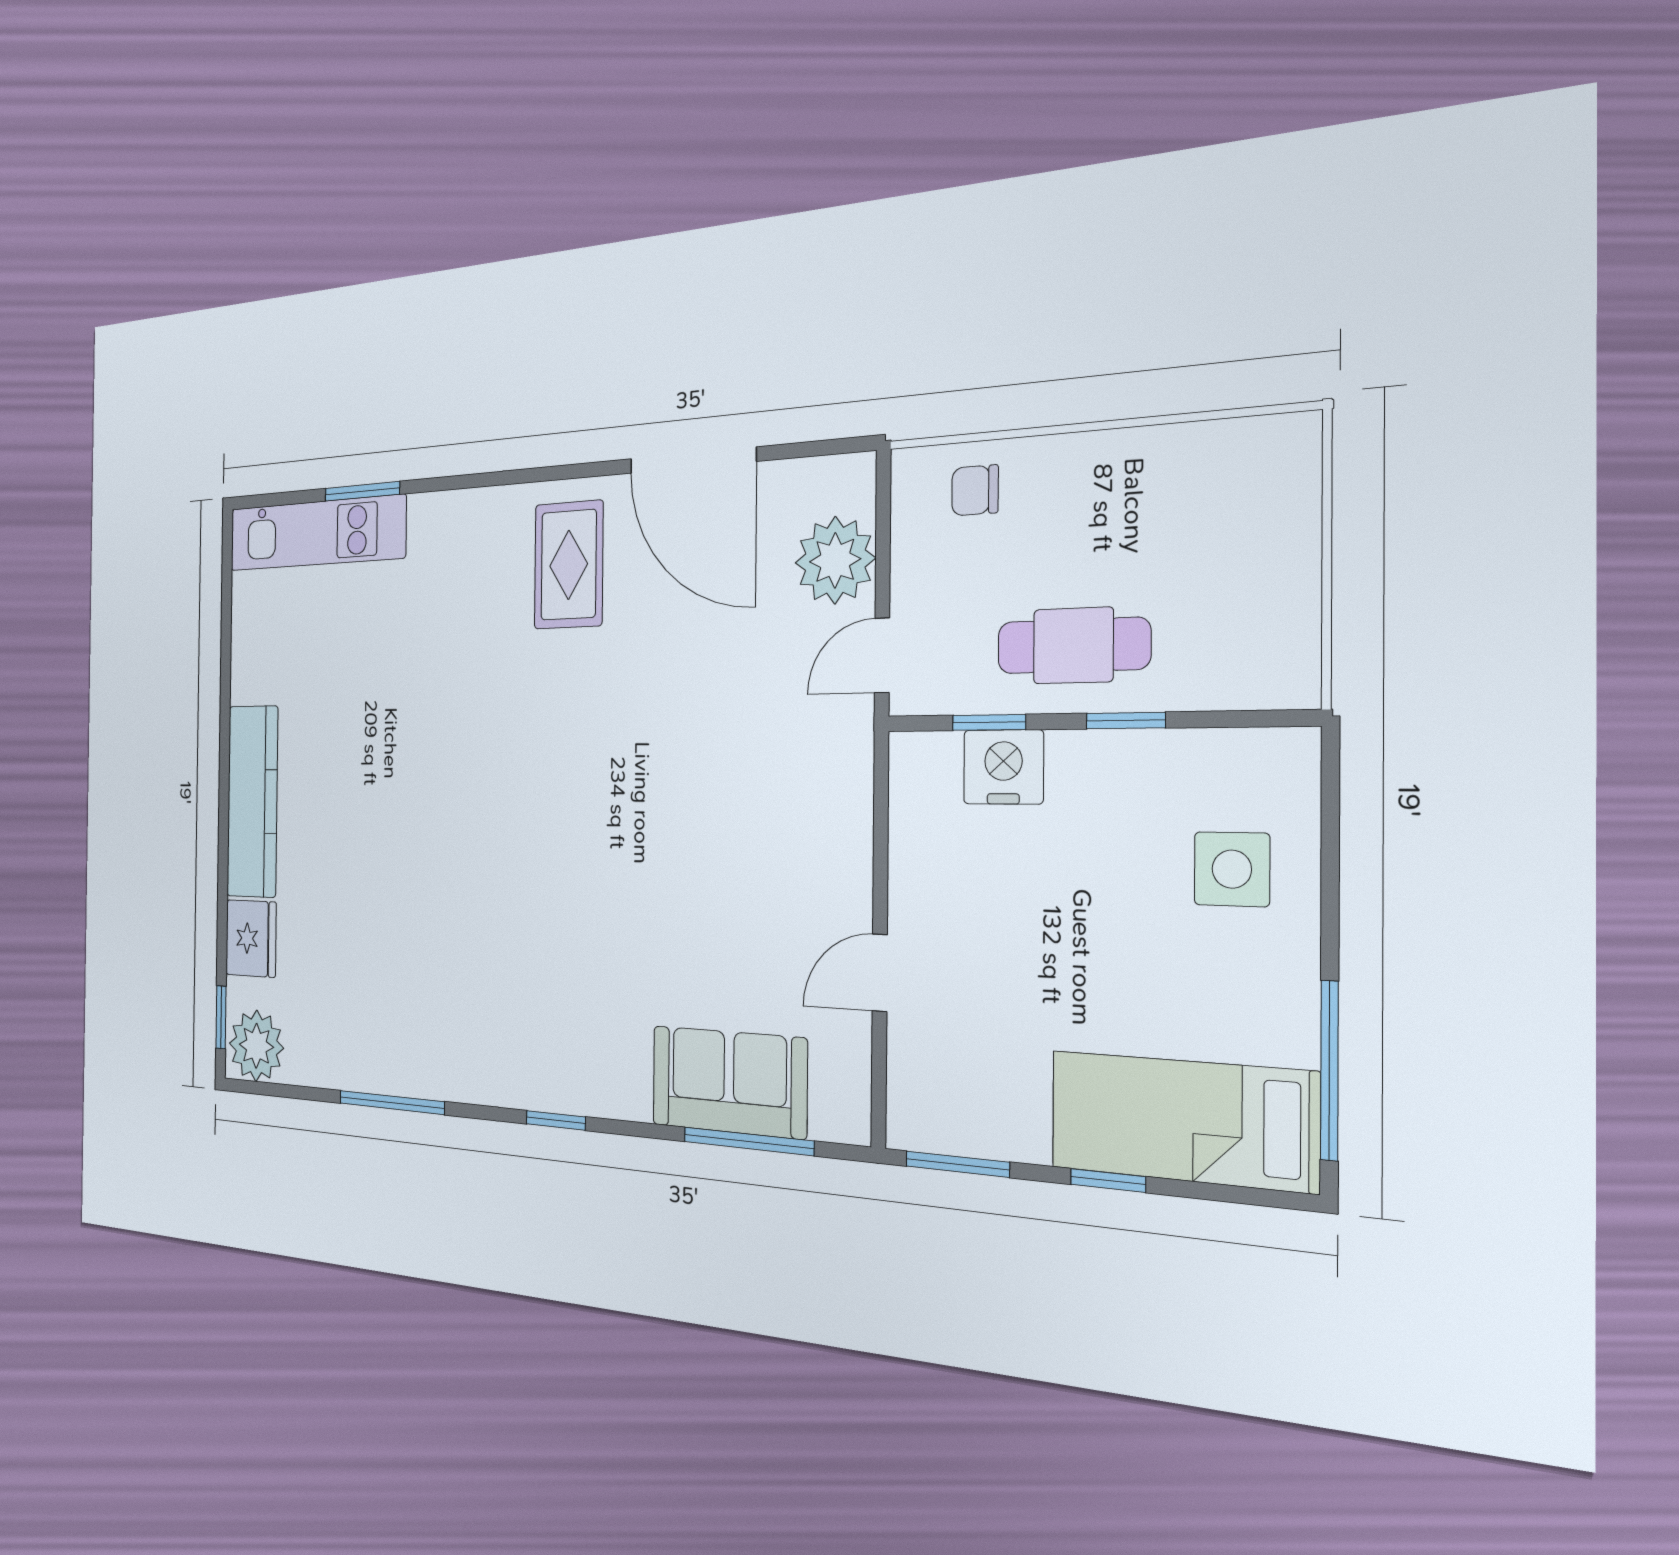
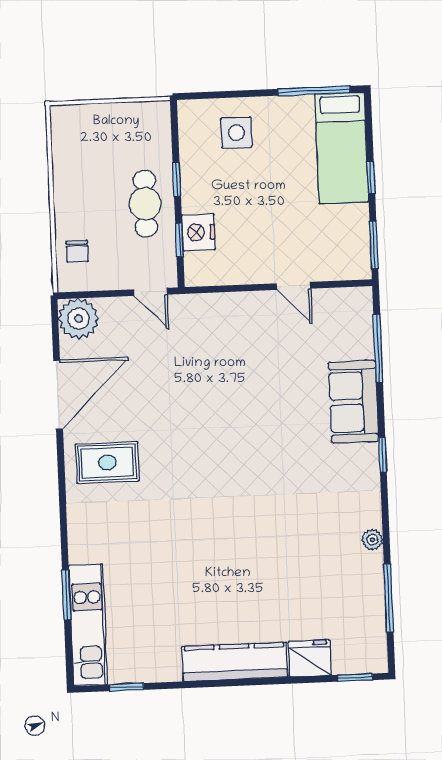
plant: (835, 560) -> (79, 319), moved
window: (227, 605) -> (127, 687), added
plant: (256, 1046) -> (372, 540), moved, width x0.53, depth x0.53
sofa: (729, 1082) -> (354, 402), moved
window: (392, 1103) -> (389, 598), moved

